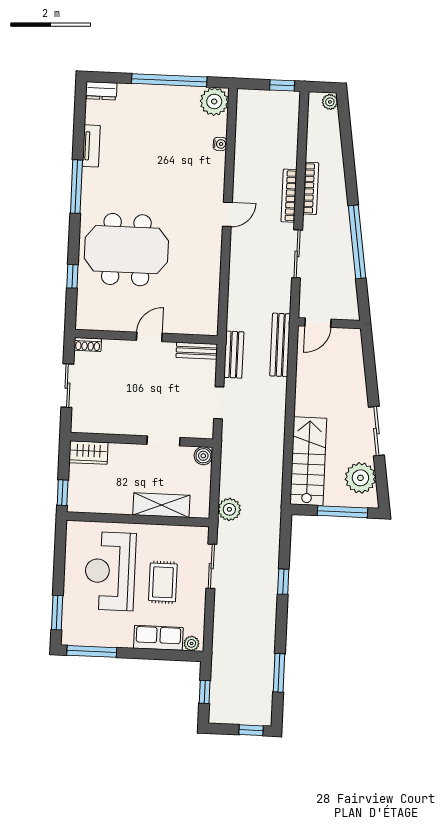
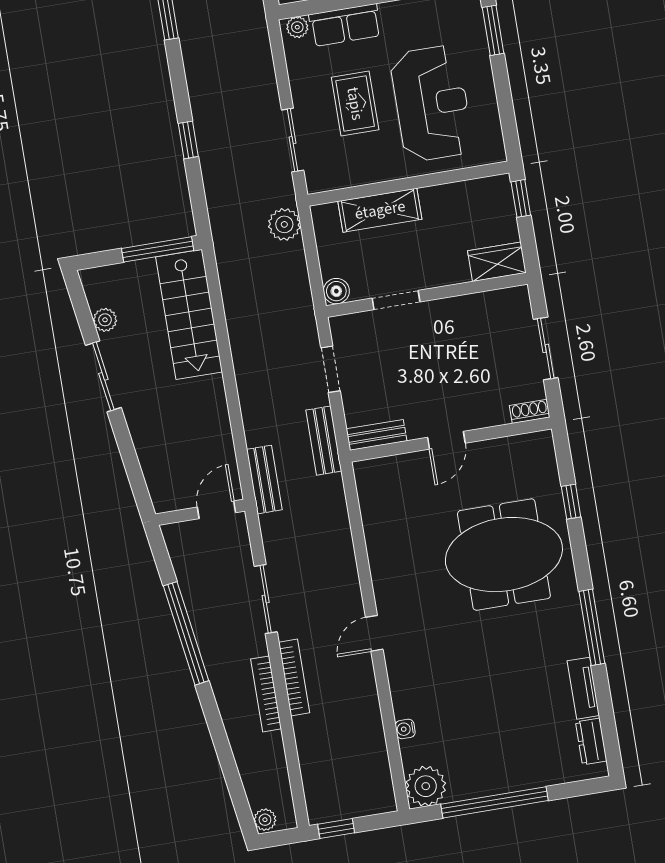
dresser: (101, 91) -> (591, 741), moved, turned -90
bench: (280, 345) -> (264, 480), width x0.73
plant: (360, 478) -> (105, 320), width x0.53, depth x0.53
window: (343, 512) -> (158, 249), moved

